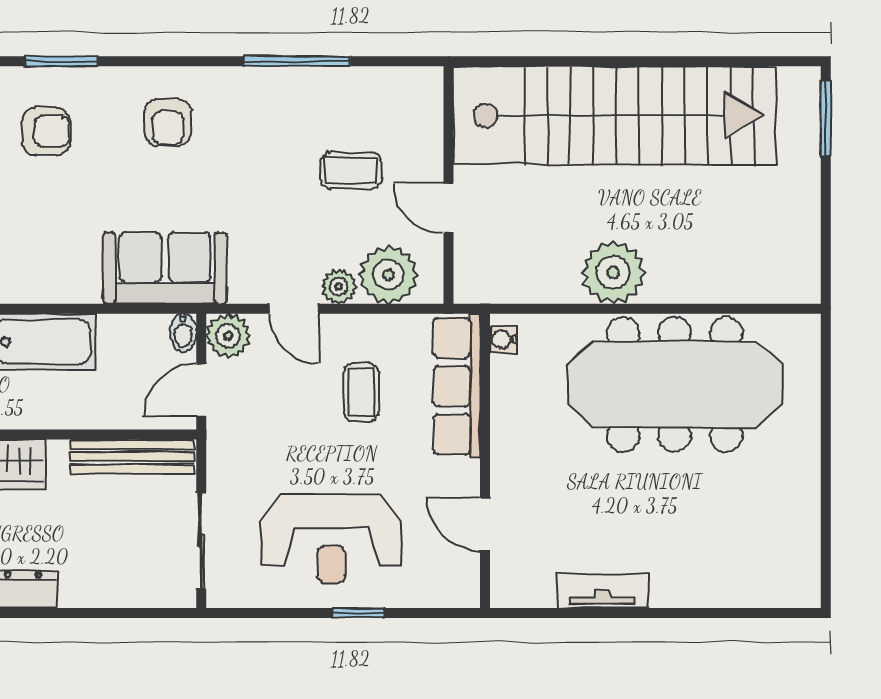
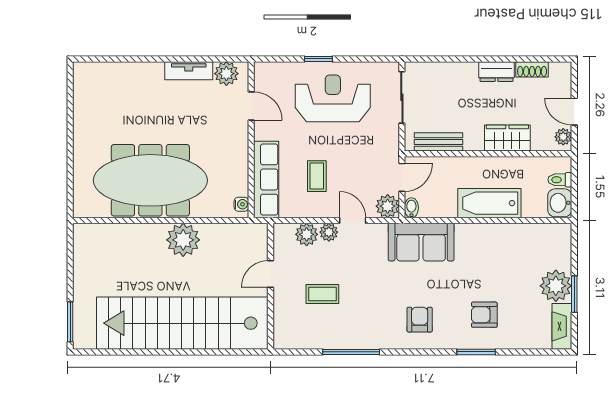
door: (449, 208) -> (270, 274), swing flipped
plant: (388, 275) -> (307, 234), width x0.73, depth x0.73
bench: (132, 457) -> (439, 142), width x0.73
plant: (532, 585) -> (226, 74), added

